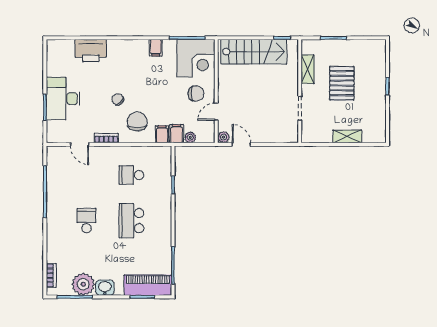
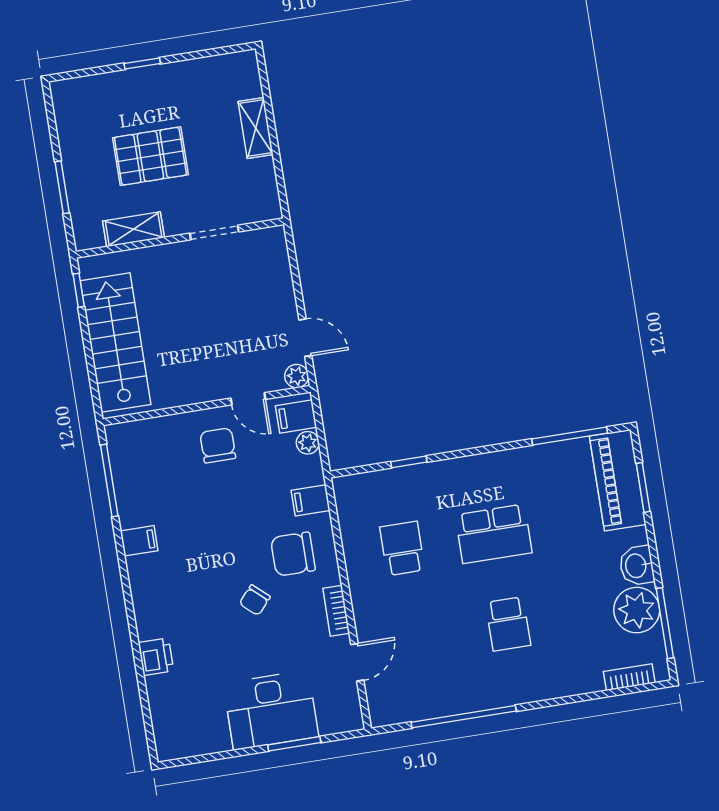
printer: (91, 50) -> (156, 657), width x0.53, depth x0.68
corner desk: (196, 58) -> (147, 457), removed
filing cabinet: (177, 134) -> (296, 417), moved
door: (241, 144) -> (305, 338), swing flipped
school desk: (131, 175) -> (402, 548), turned 180
school desk: (87, 221) -> (508, 624), turned -90

